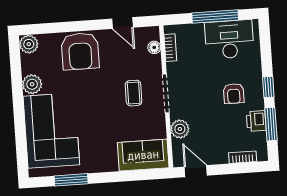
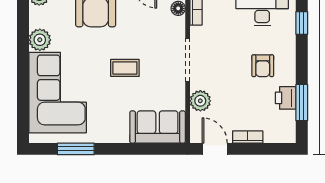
window: (268, 87) -> (302, 23), moved
coffee table: (134, 93) -> (125, 68), moved, turned 90
bookcase: (243, 157) -> (248, 137), moved

